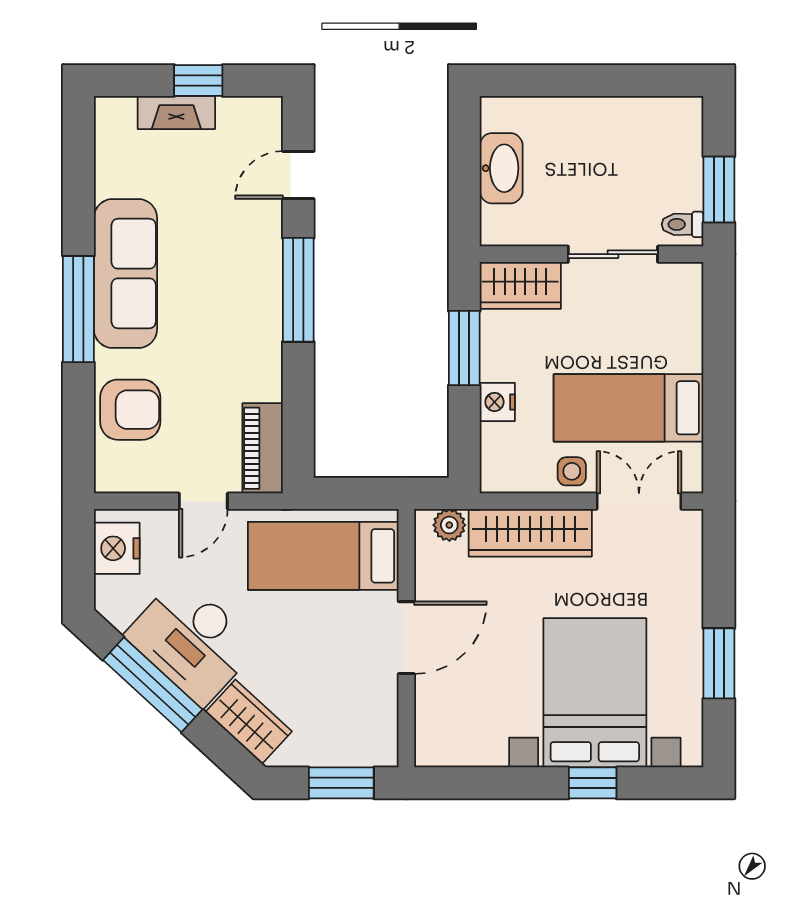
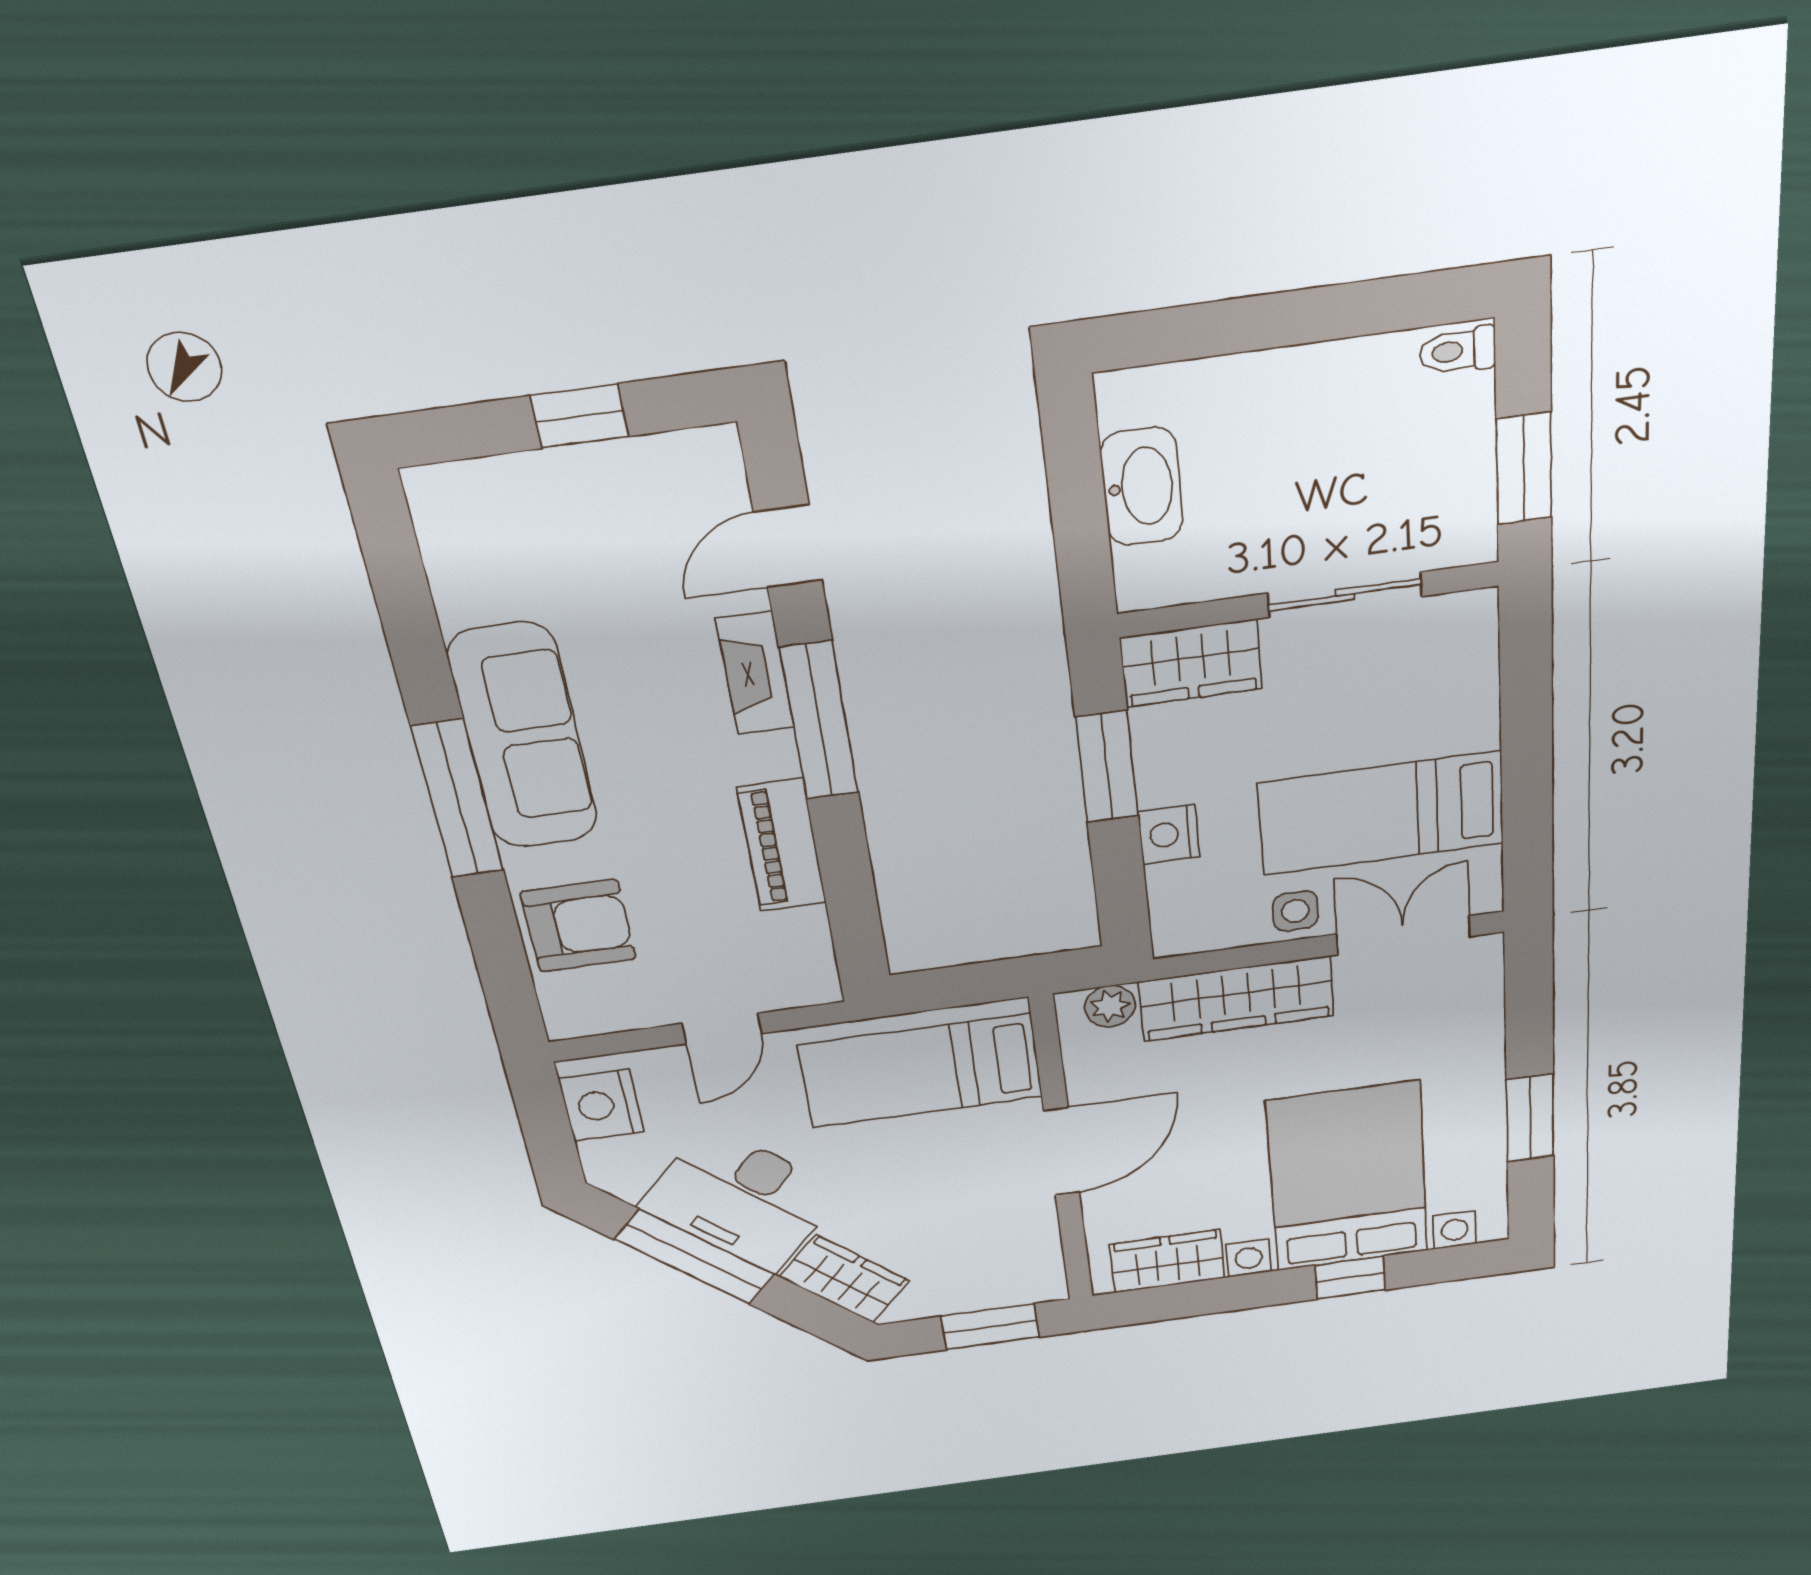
fireplace: (176, 113) -> (755, 673), moved, turned 90
toilet: (683, 224) -> (1458, 351), moved
piano: (263, 448) -> (782, 845), moved
wardrobe: (468, 745) -> (1167, 1261), added

